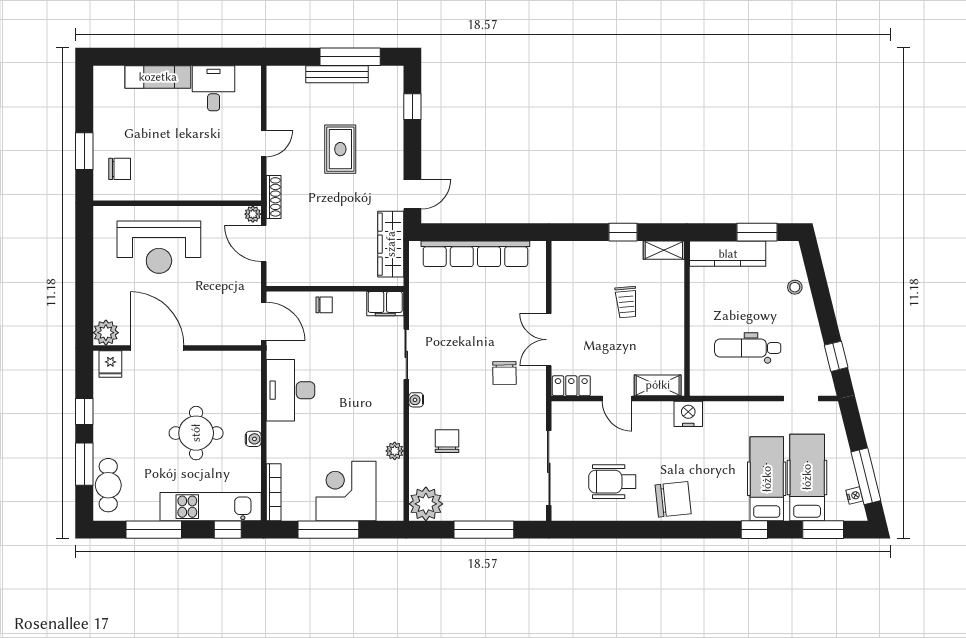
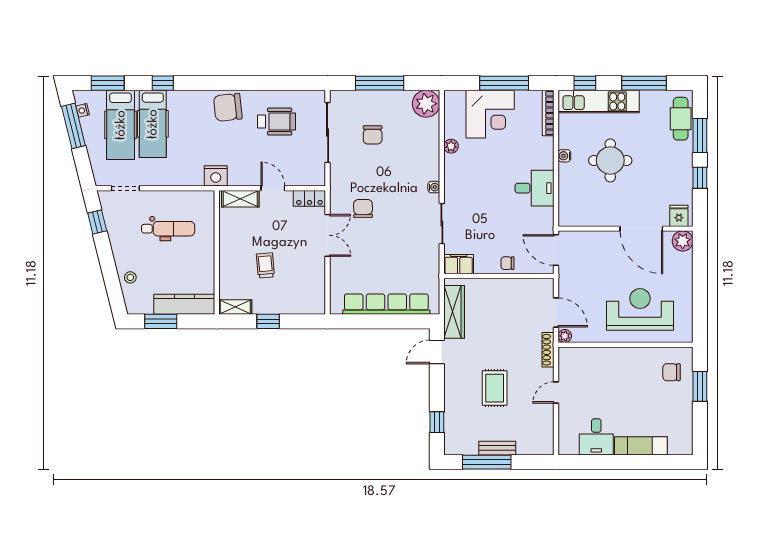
bench: (337, 74) -> (497, 448), width x0.73
desk: (290, 390) -> (535, 188), width x0.73
chair: (447, 441) -> (373, 135), moved

